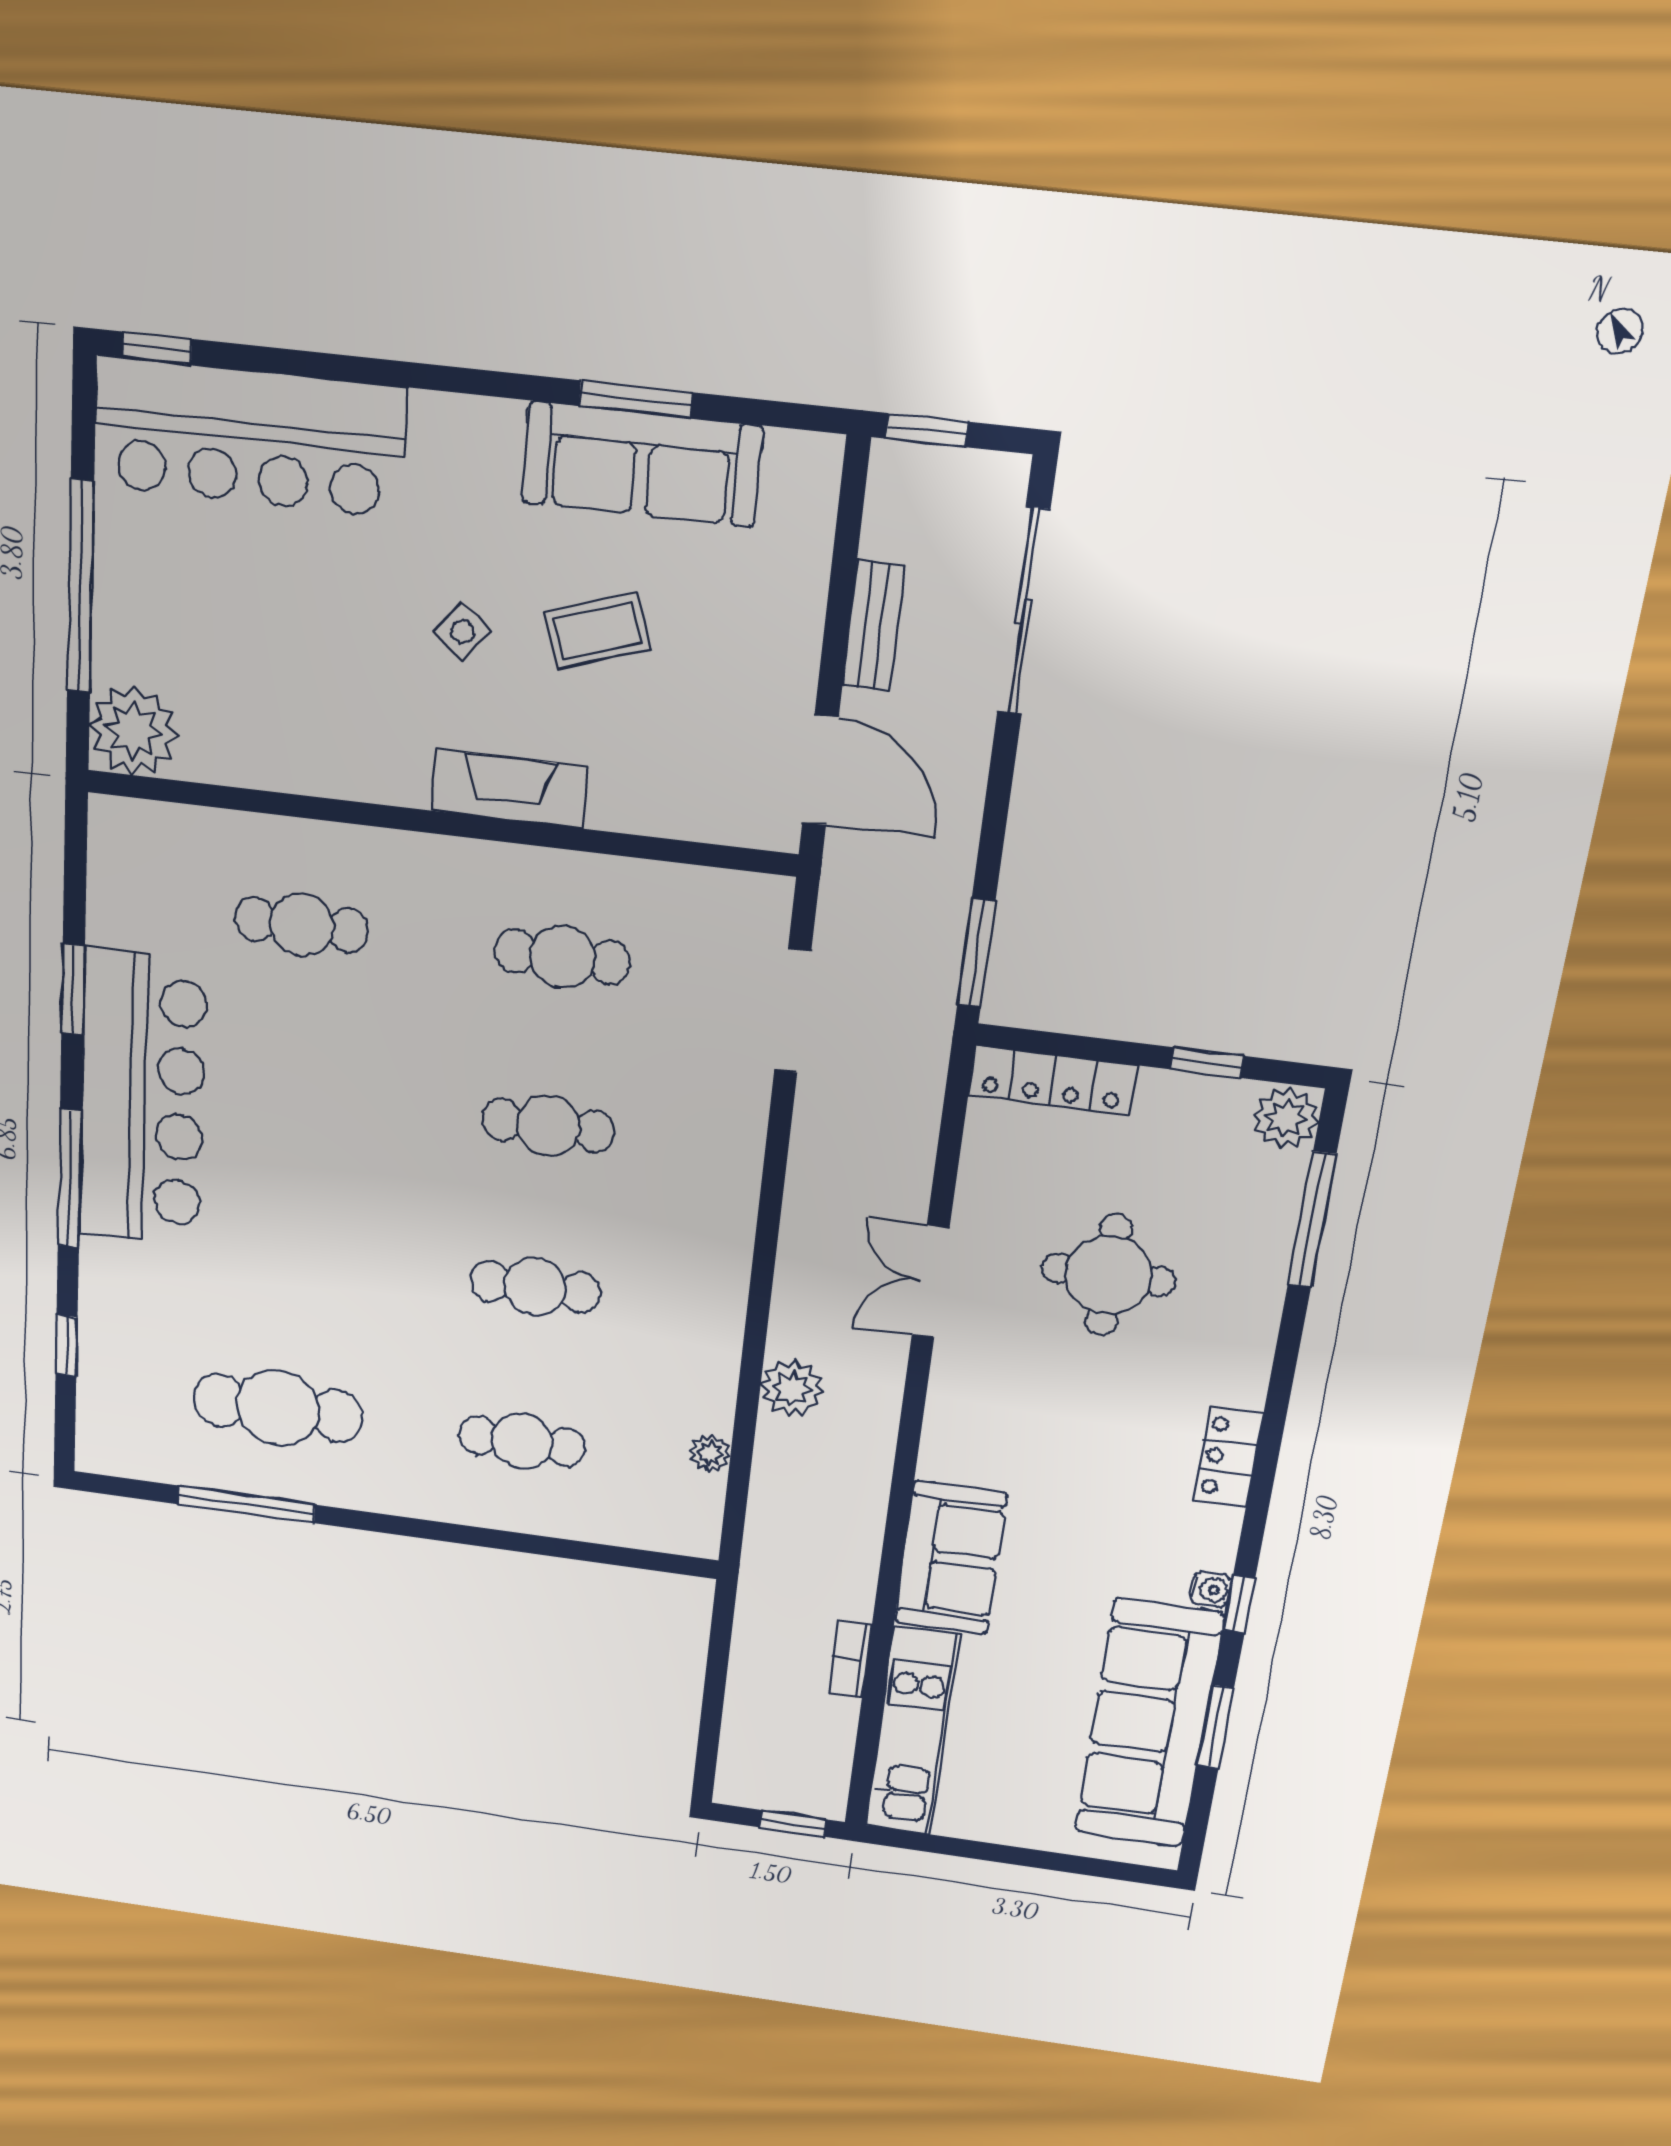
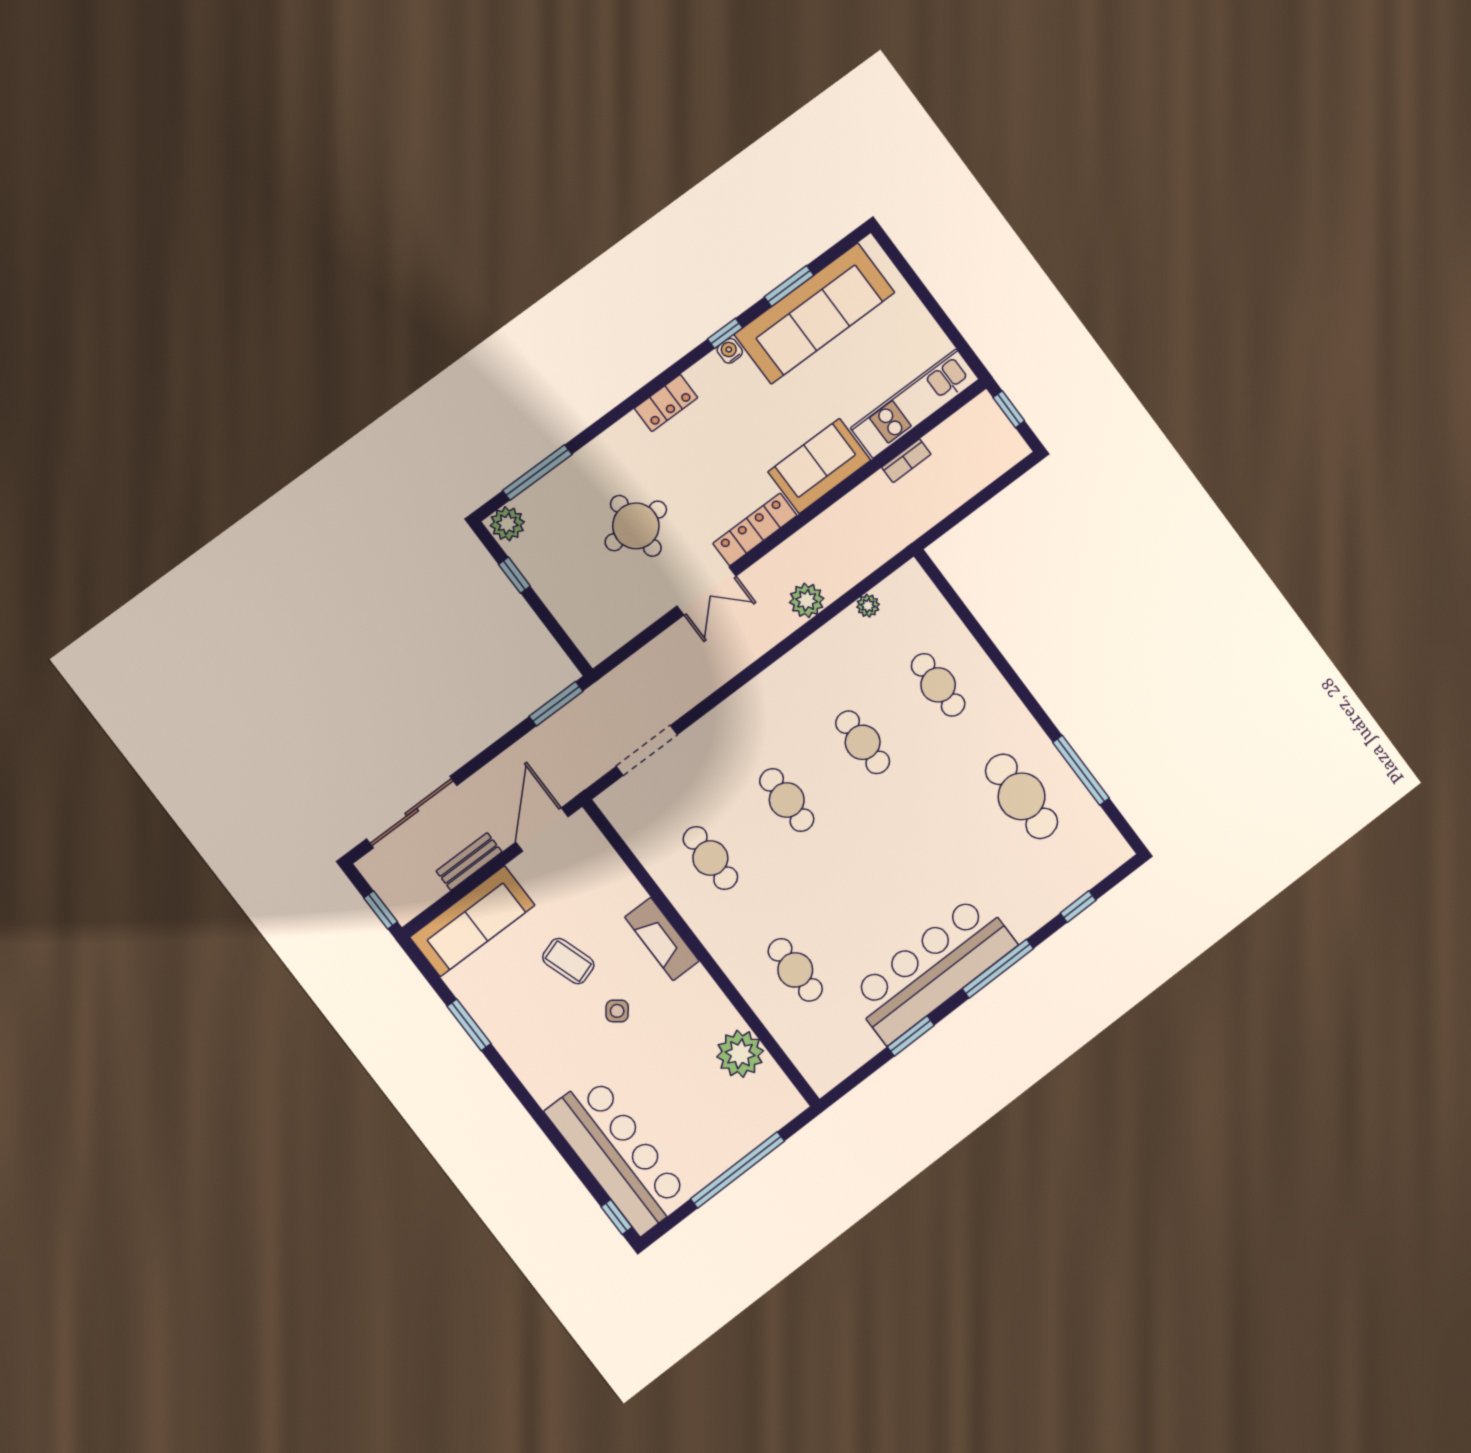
sofa: (642, 464) -> (472, 921), moved, turned 90
plant: (133, 731) -> (740, 1054), moved
locker: (1052, 1080) -> (755, 529), moved, turned -90

